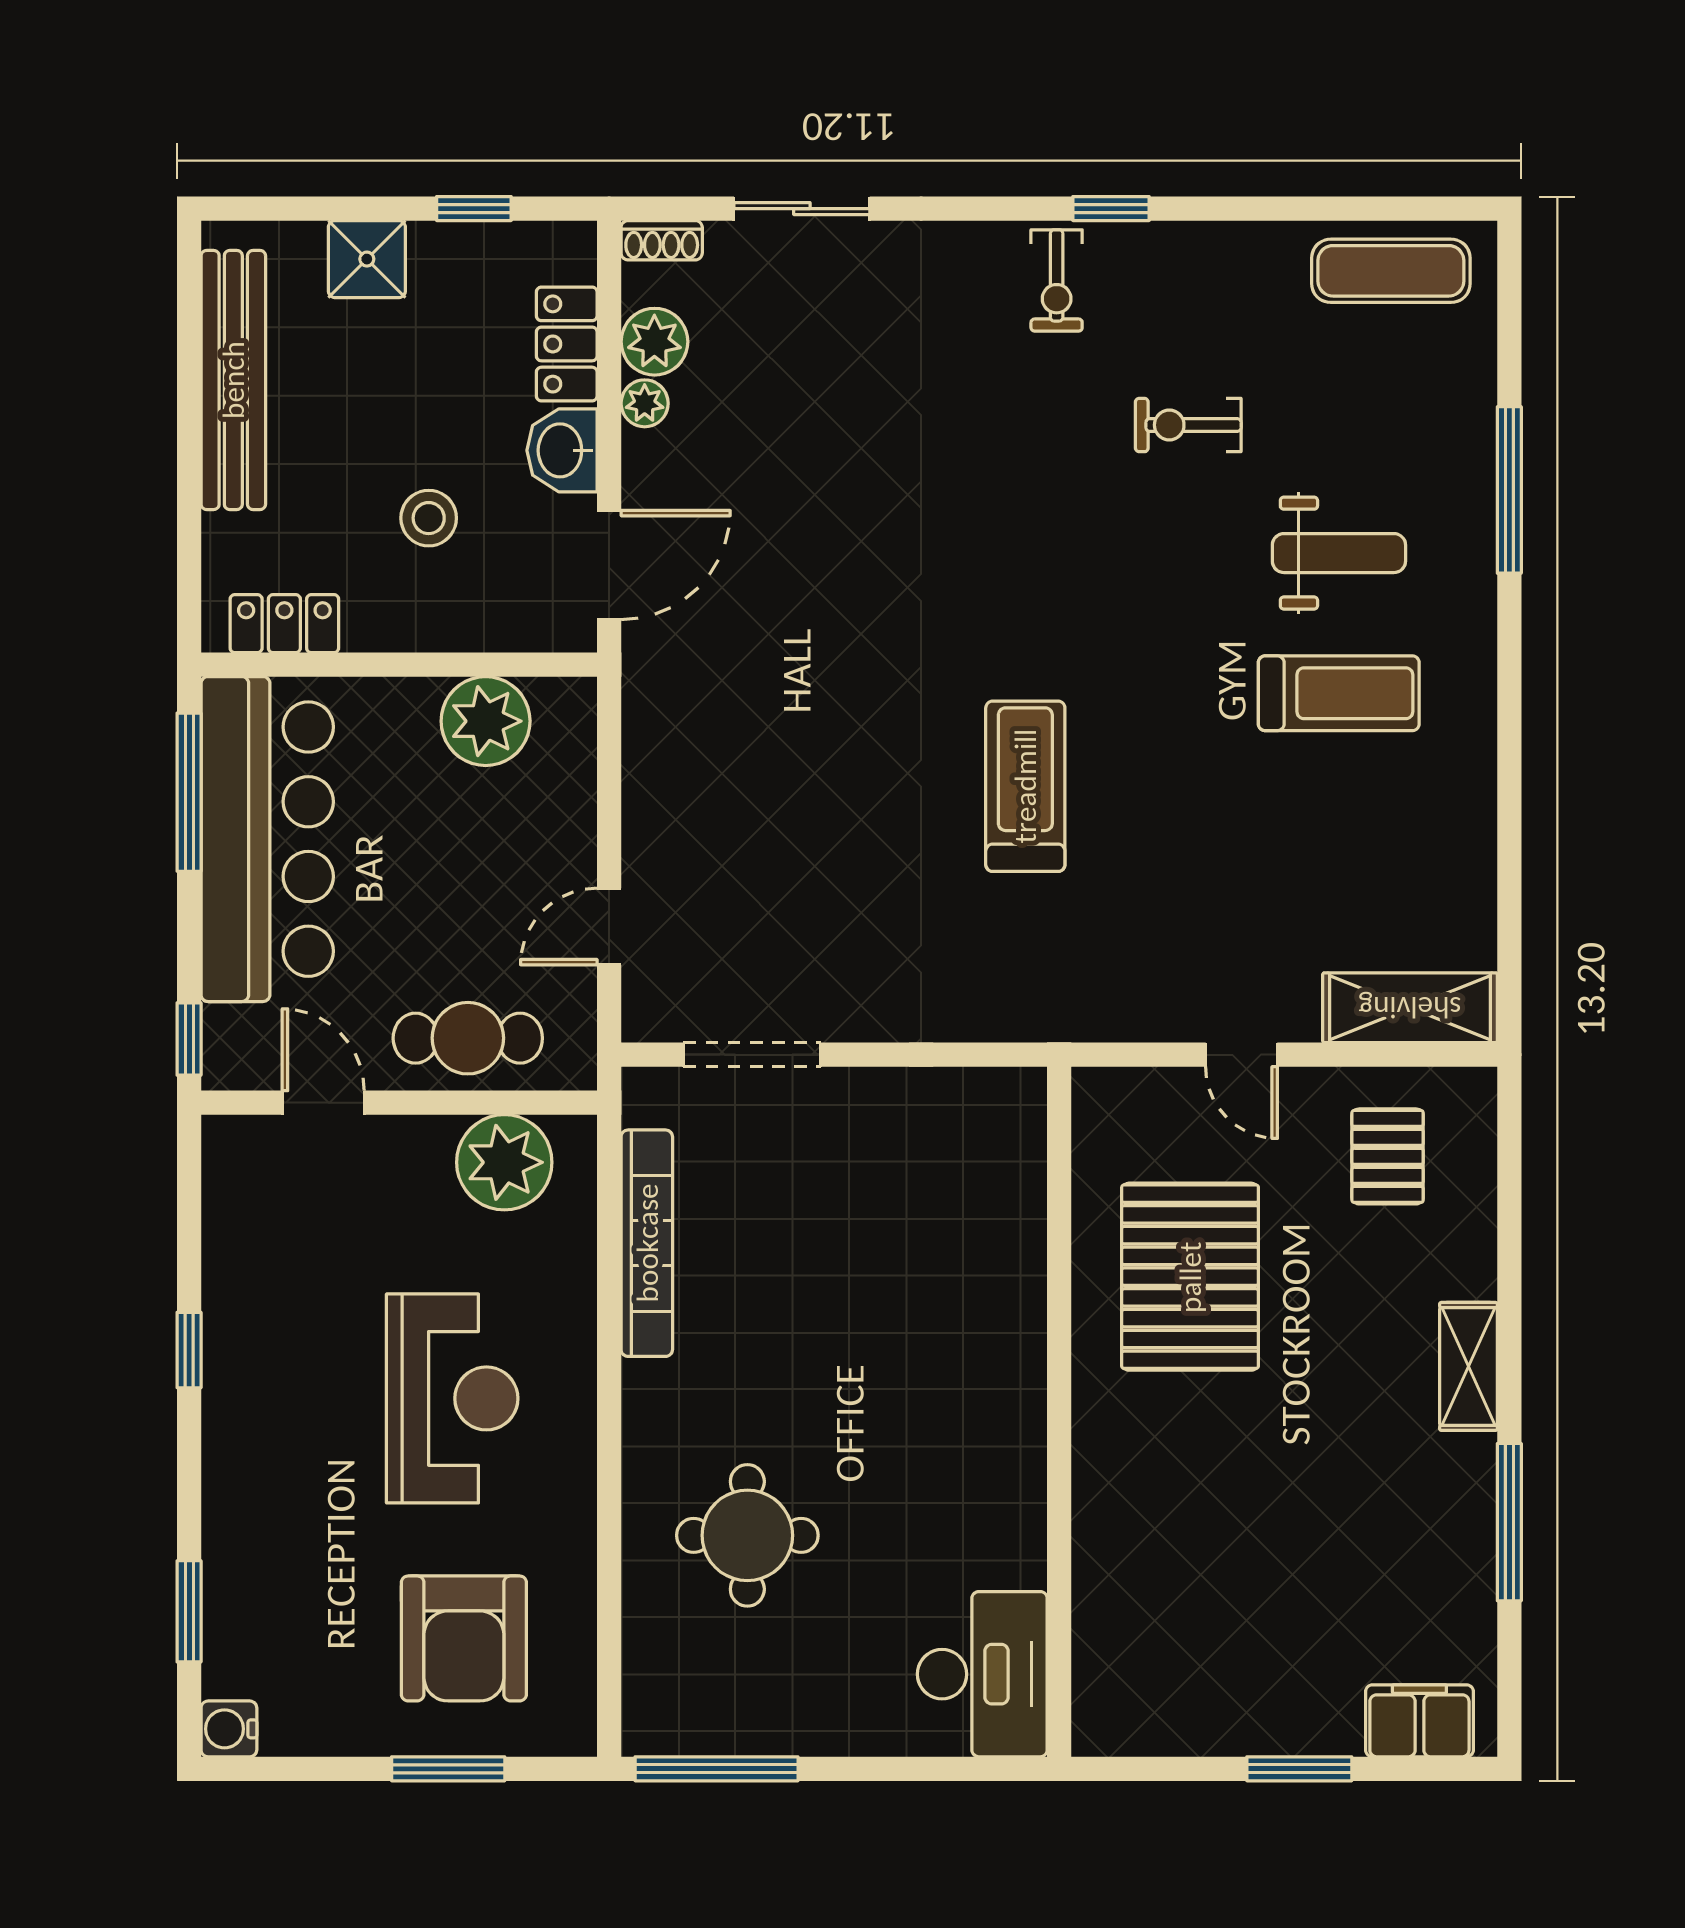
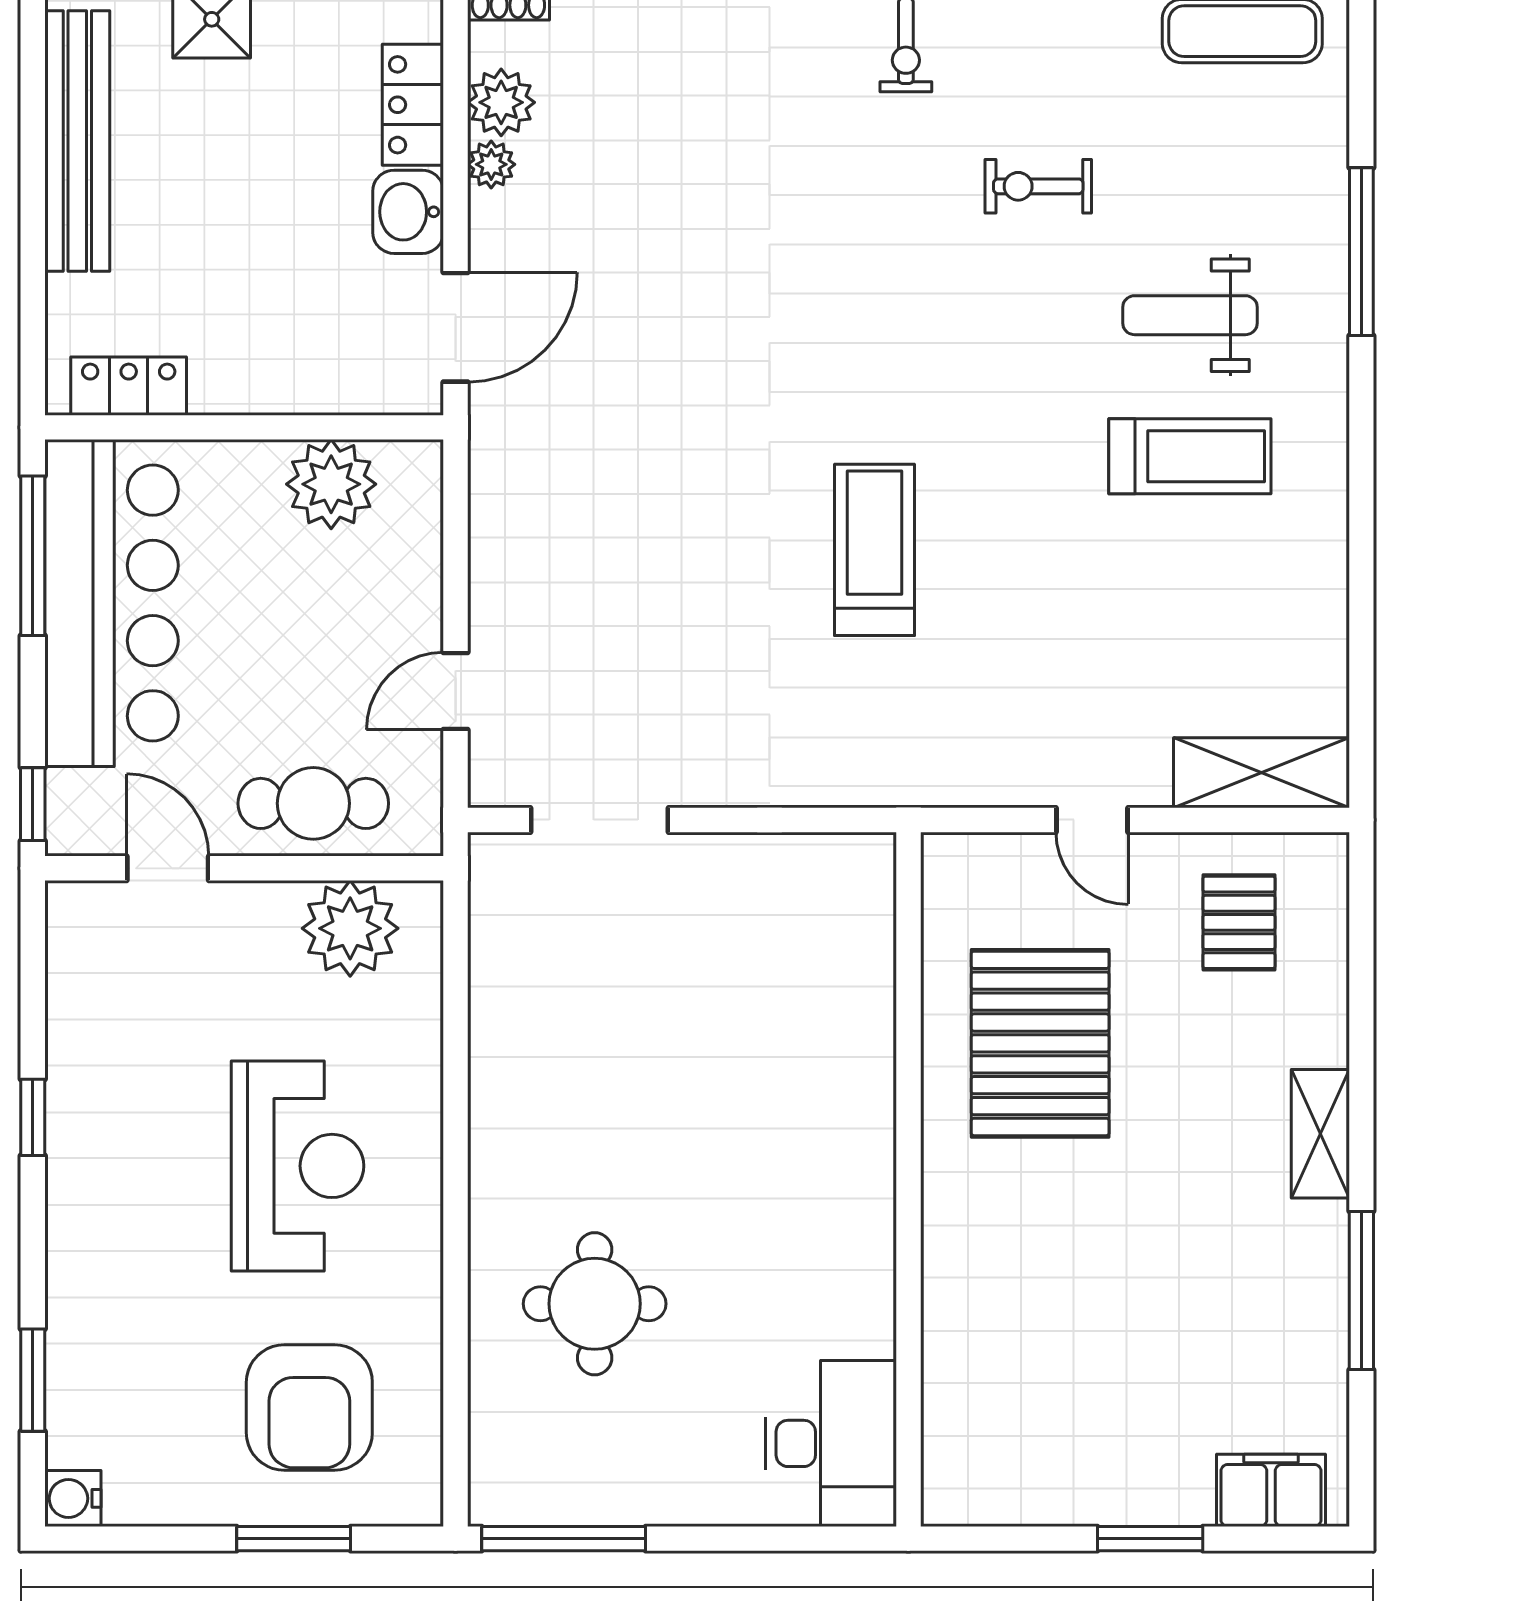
stool: (429, 518) -> (274, 280), removed
weight bench: (1339, 553) -> (1190, 315), turned 180
bookcase: (647, 1243) -> (493, 1010), removed

